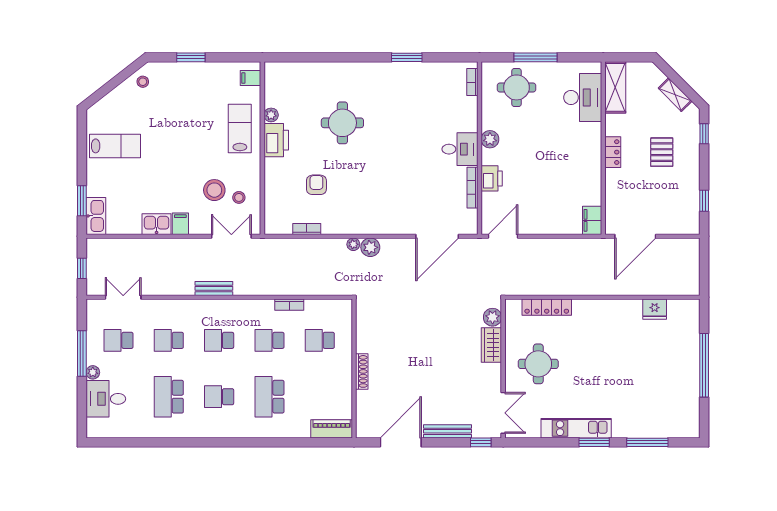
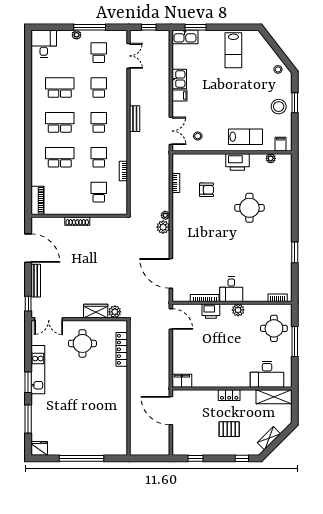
plant: (271, 115) -> (271, 158), moved
stool: (214, 190) -> (279, 107), moved
fridge: (655, 309) -> (39, 448), moved, turned 90
school desk: (219, 397) -> (60, 122), width x1.85
desk: (106, 399) -> (44, 44), moved

